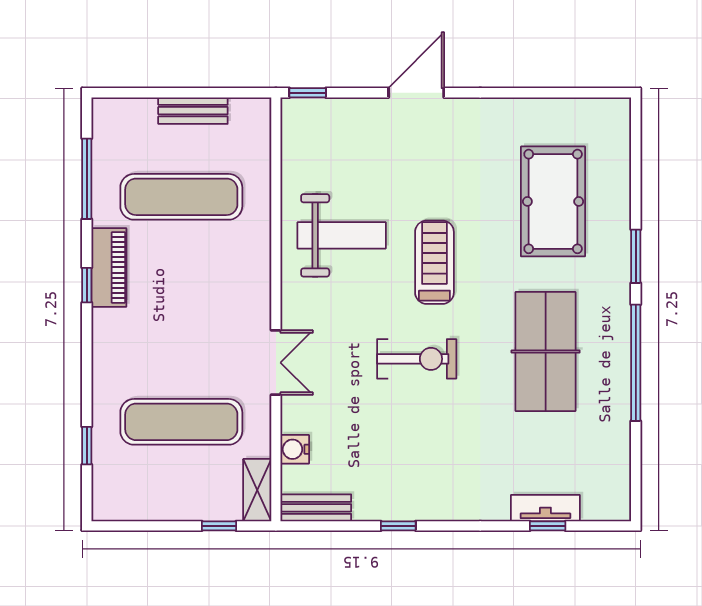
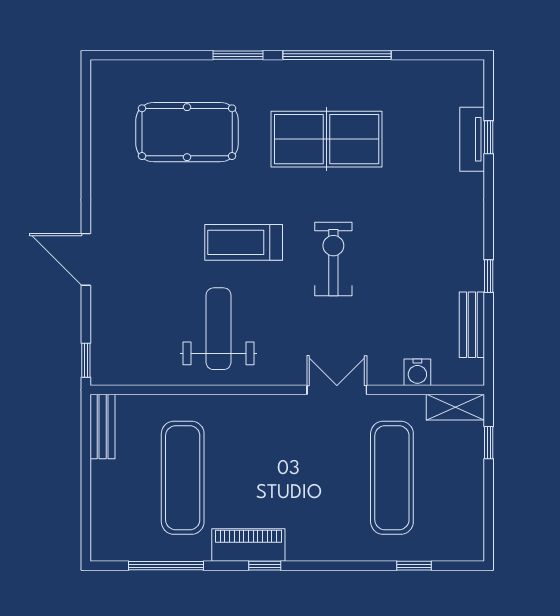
bench: (193, 111) -> (103, 426), moved
bench: (316, 508) -> (472, 325), moved

